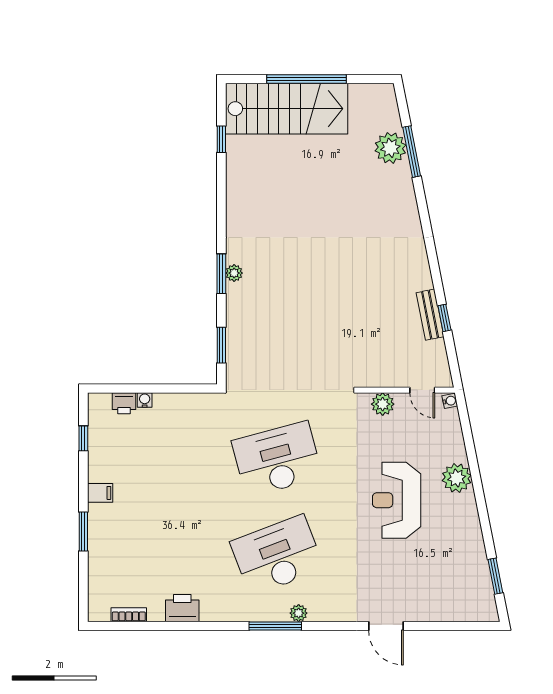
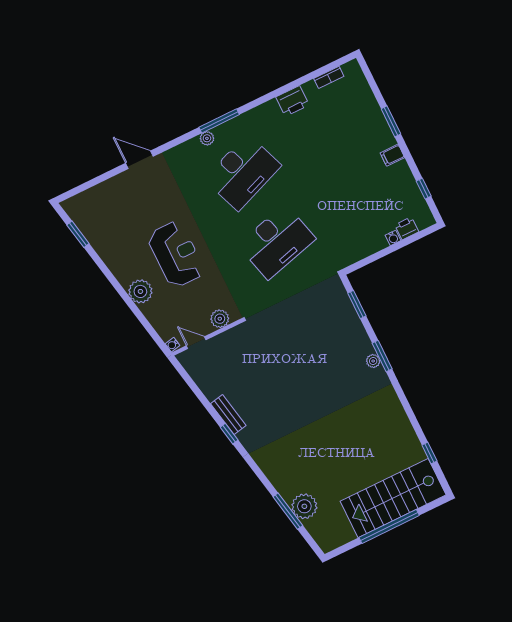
bench: (430, 315) -> (228, 415), moved
window: (444, 318) -> (229, 434), moved

